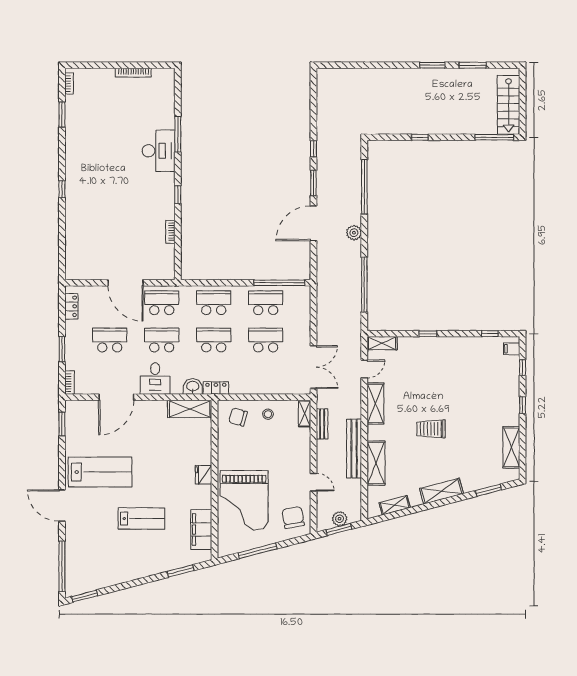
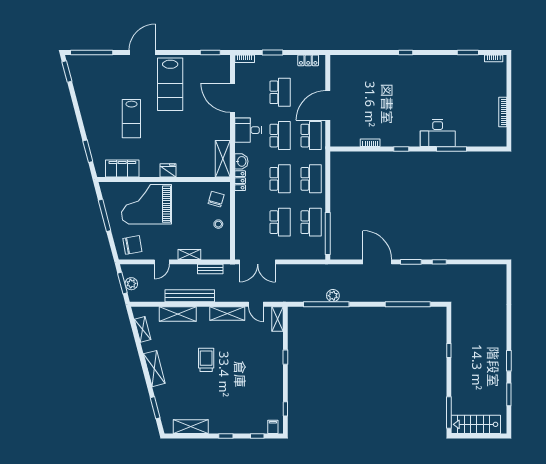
plant: (354, 233) -> (333, 296), moved
shelving: (305, 413) -> (189, 255), moved

